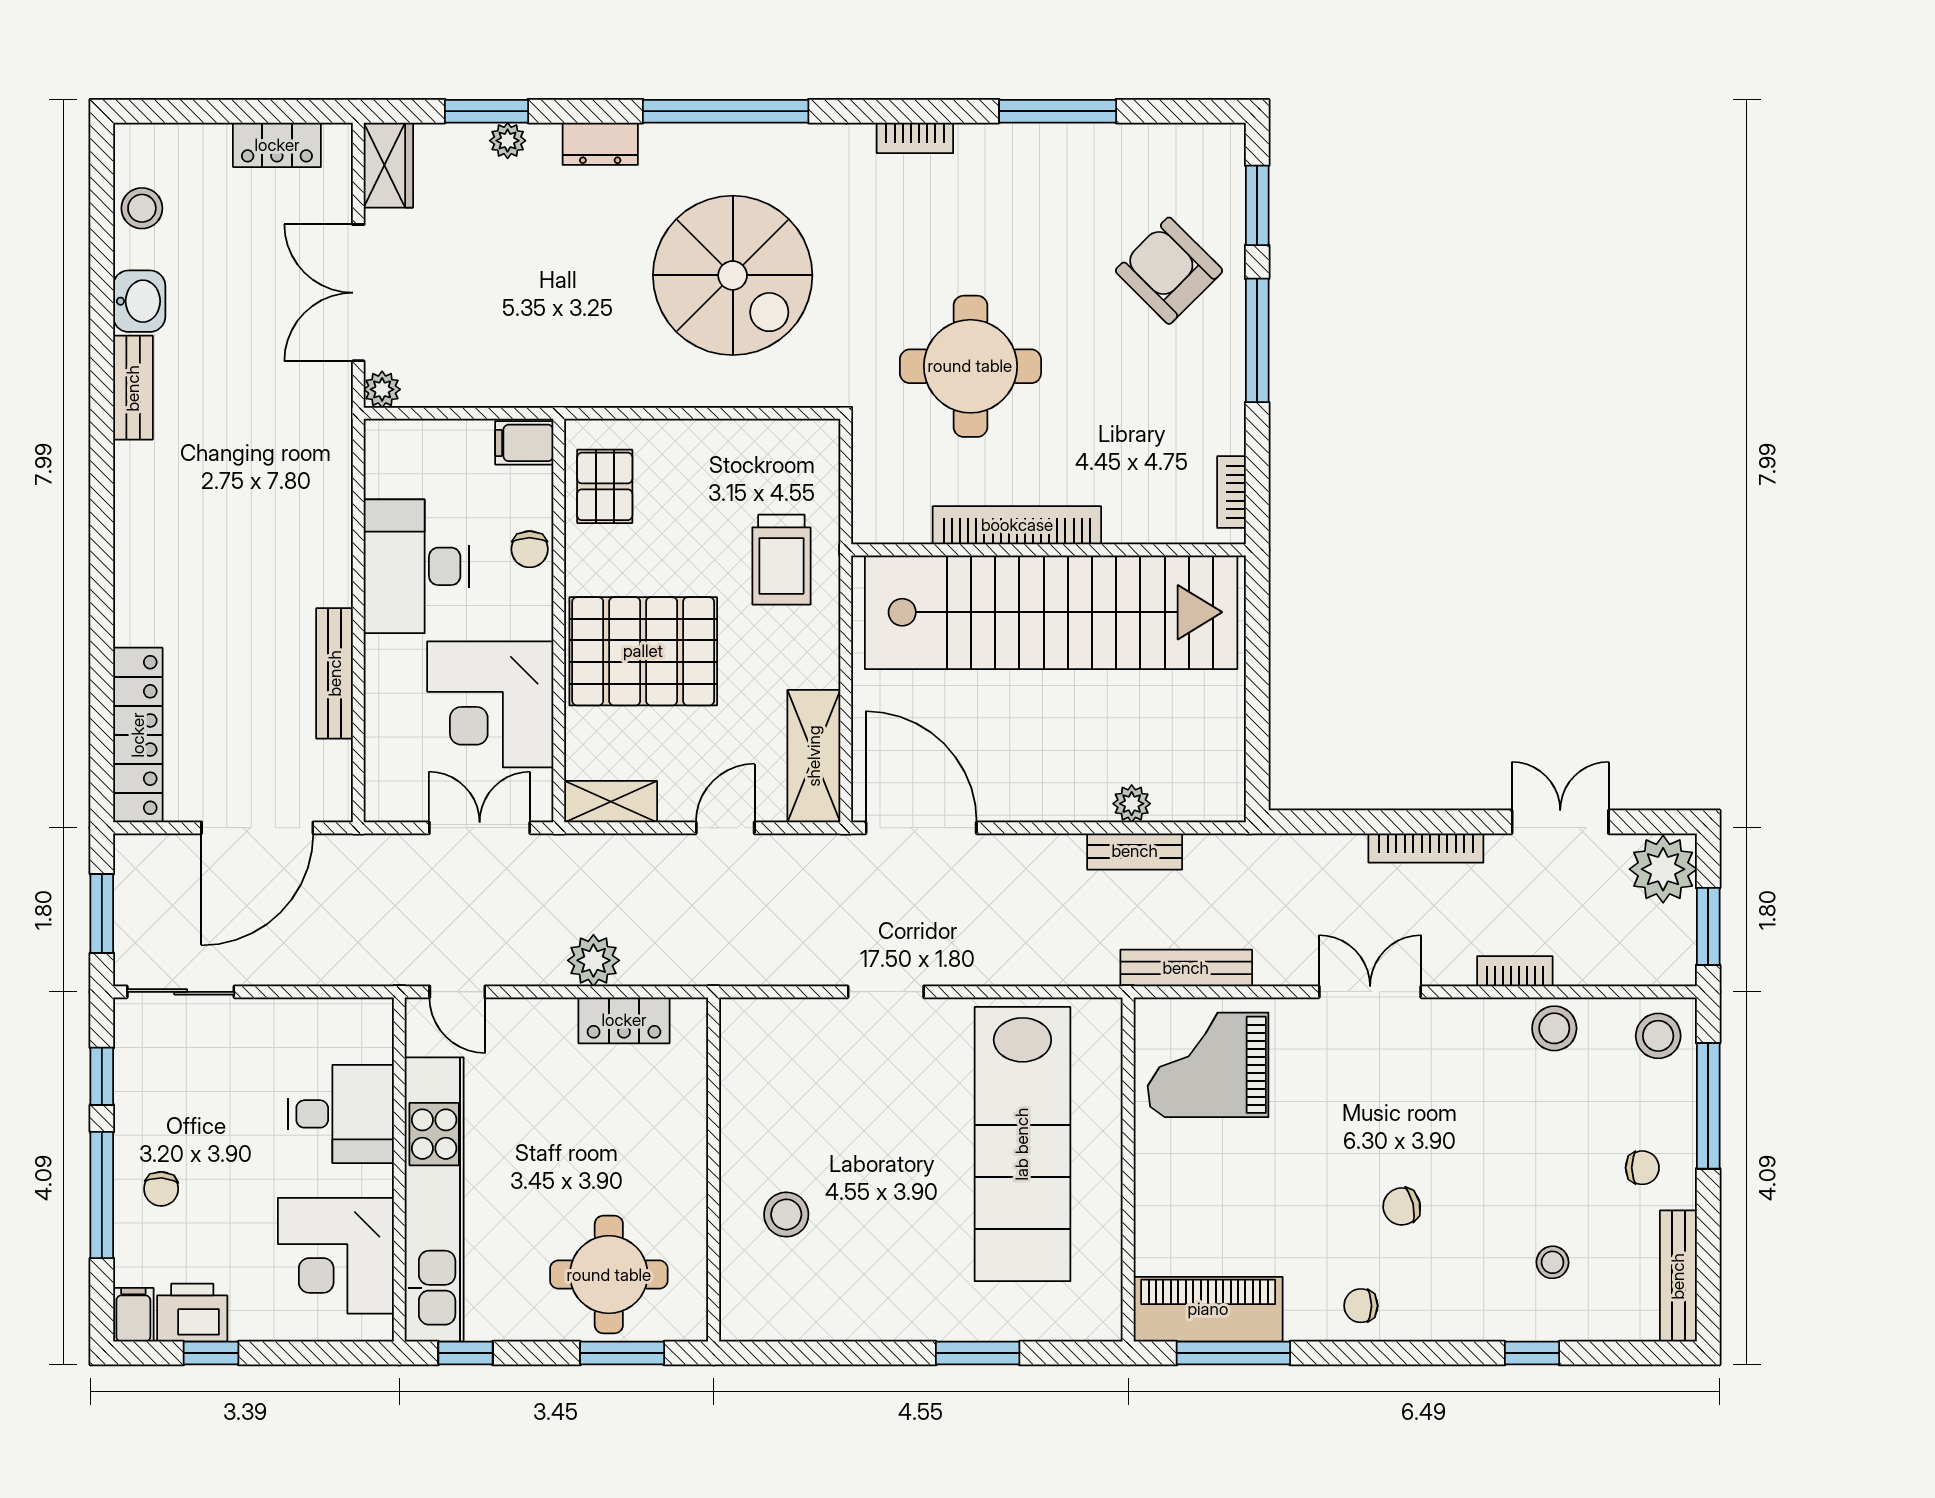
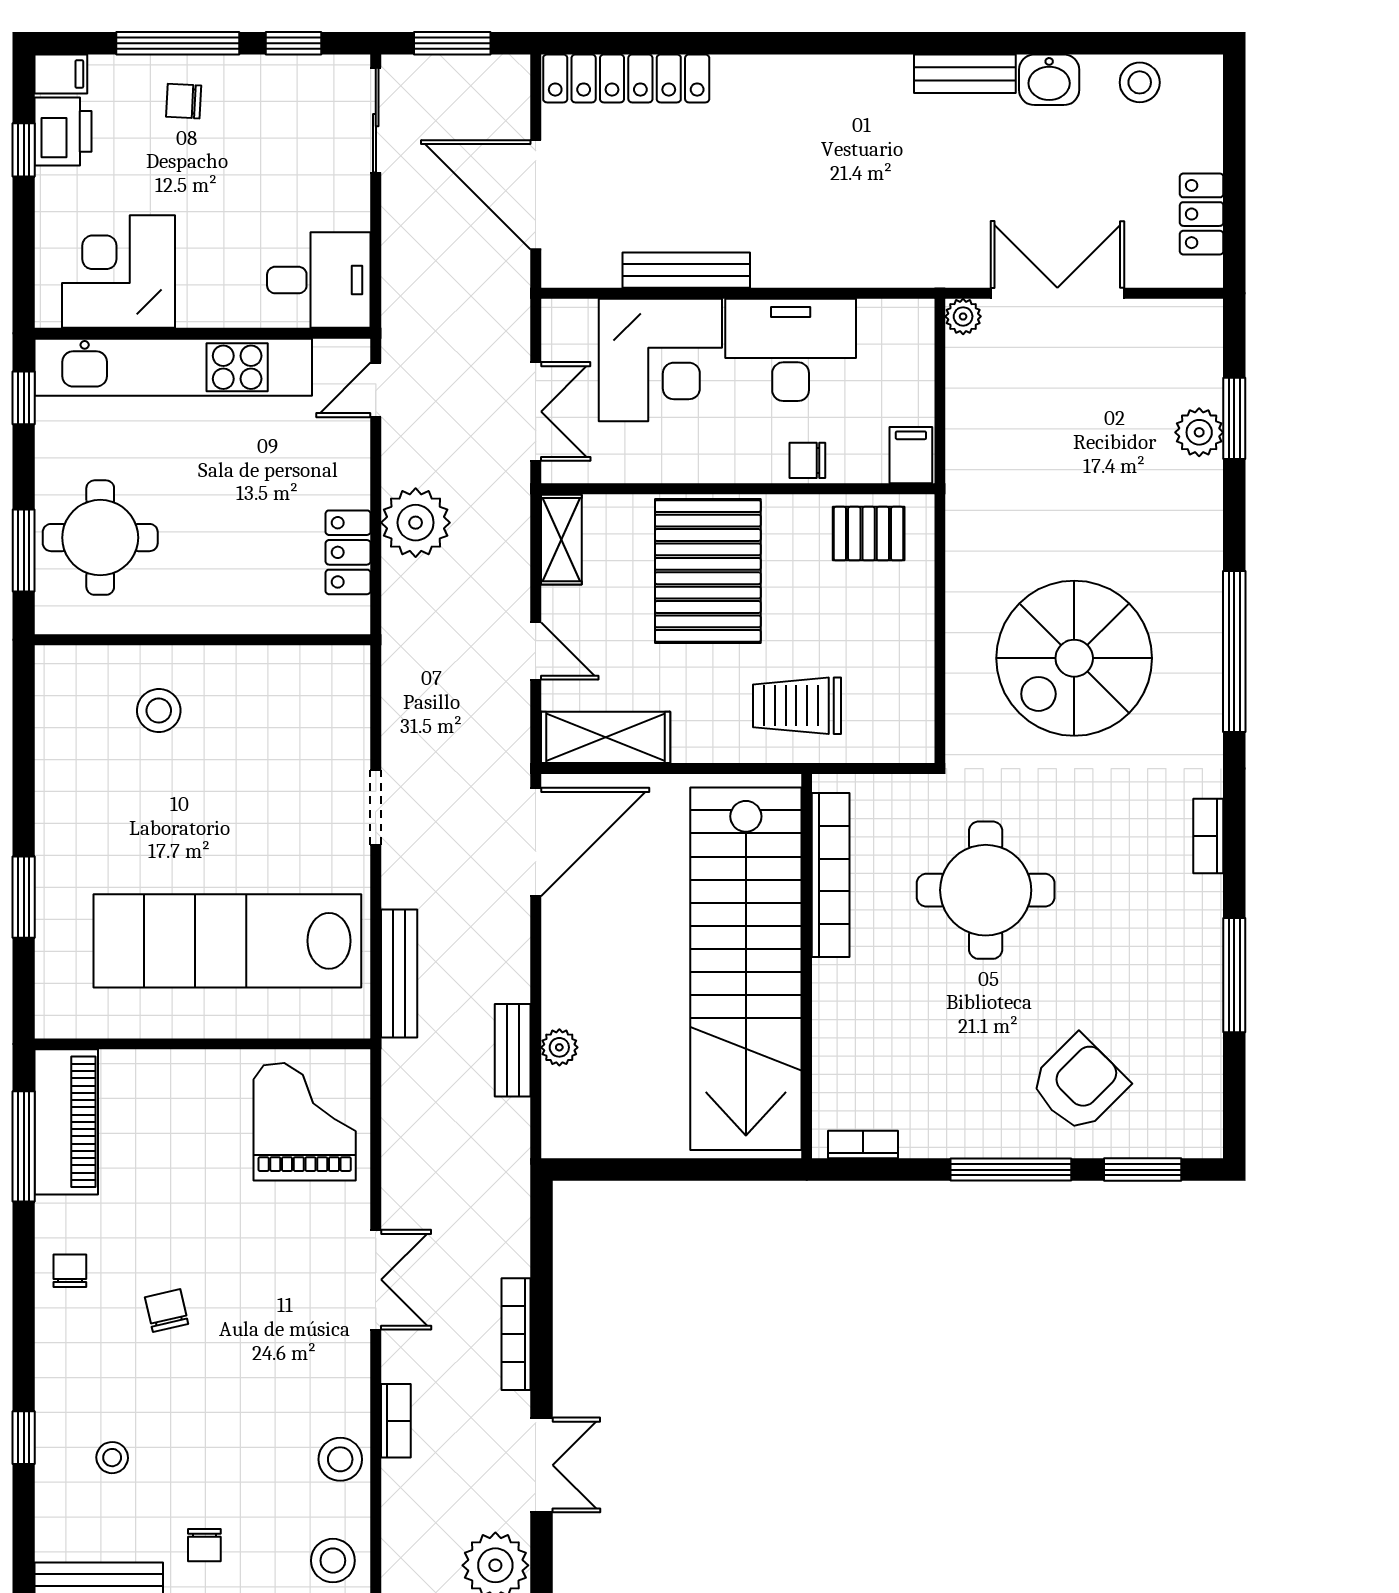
plant: (508, 141) -> (1199, 432), width x1.38, depth x1.38
dresser: (600, 144) -> (1203, 529), removed
wardrobe: (388, 165) -> (1182, 323), removed
bookcase: (1017, 525) -> (831, 875), moved
corner desk: (490, 704) -> (660, 360), moved, turned 180
plant: (593, 960) -> (416, 523), width x1.36, depth x1.36
bench: (1186, 968) -> (399, 974), moved
desk: (341, 1114) -> (319, 280), moved, turned -90

